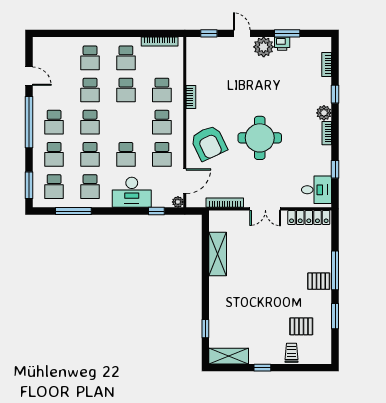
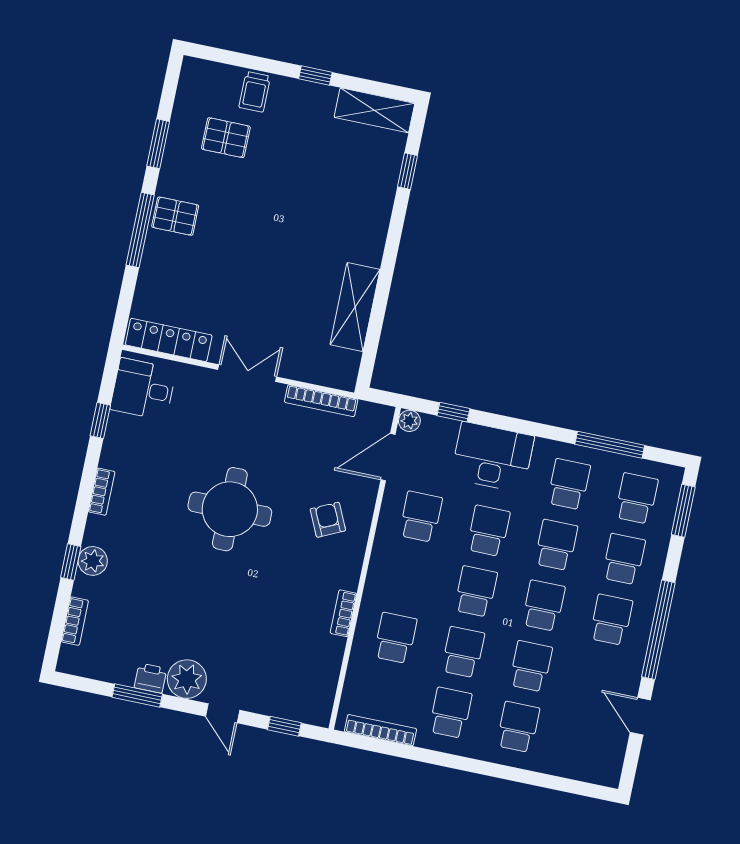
plant: (324, 113) -> (93, 561), moved
school desk: (162, 122) -> (476, 591), moved
armchair: (209, 143) -> (328, 520), width x0.53, depth x0.53

